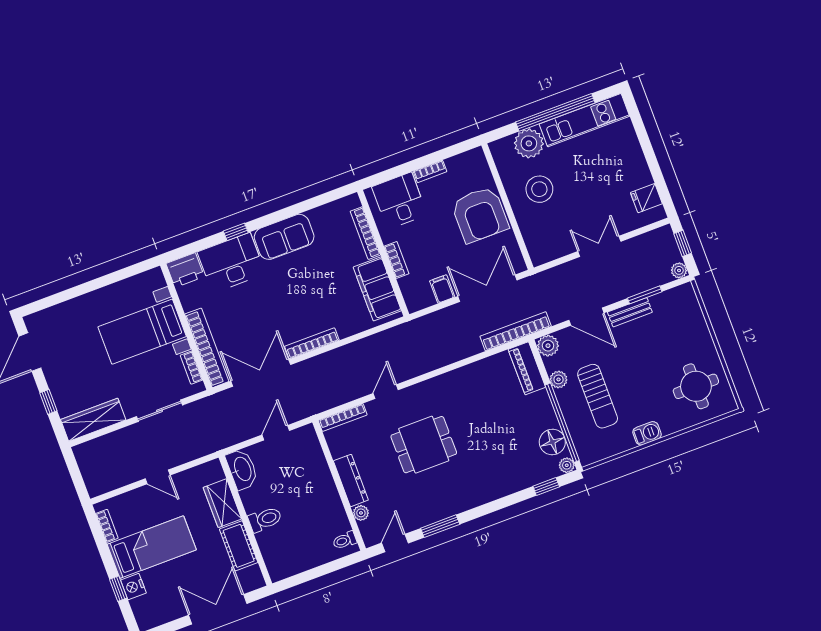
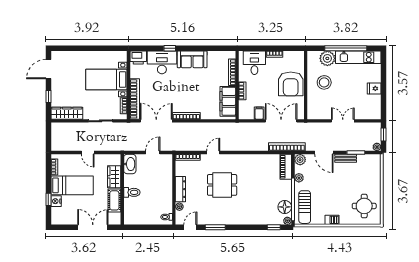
fridge: (646, 198) -> (374, 88), moved
sun lounger: (598, 396) -> (305, 207), moved

